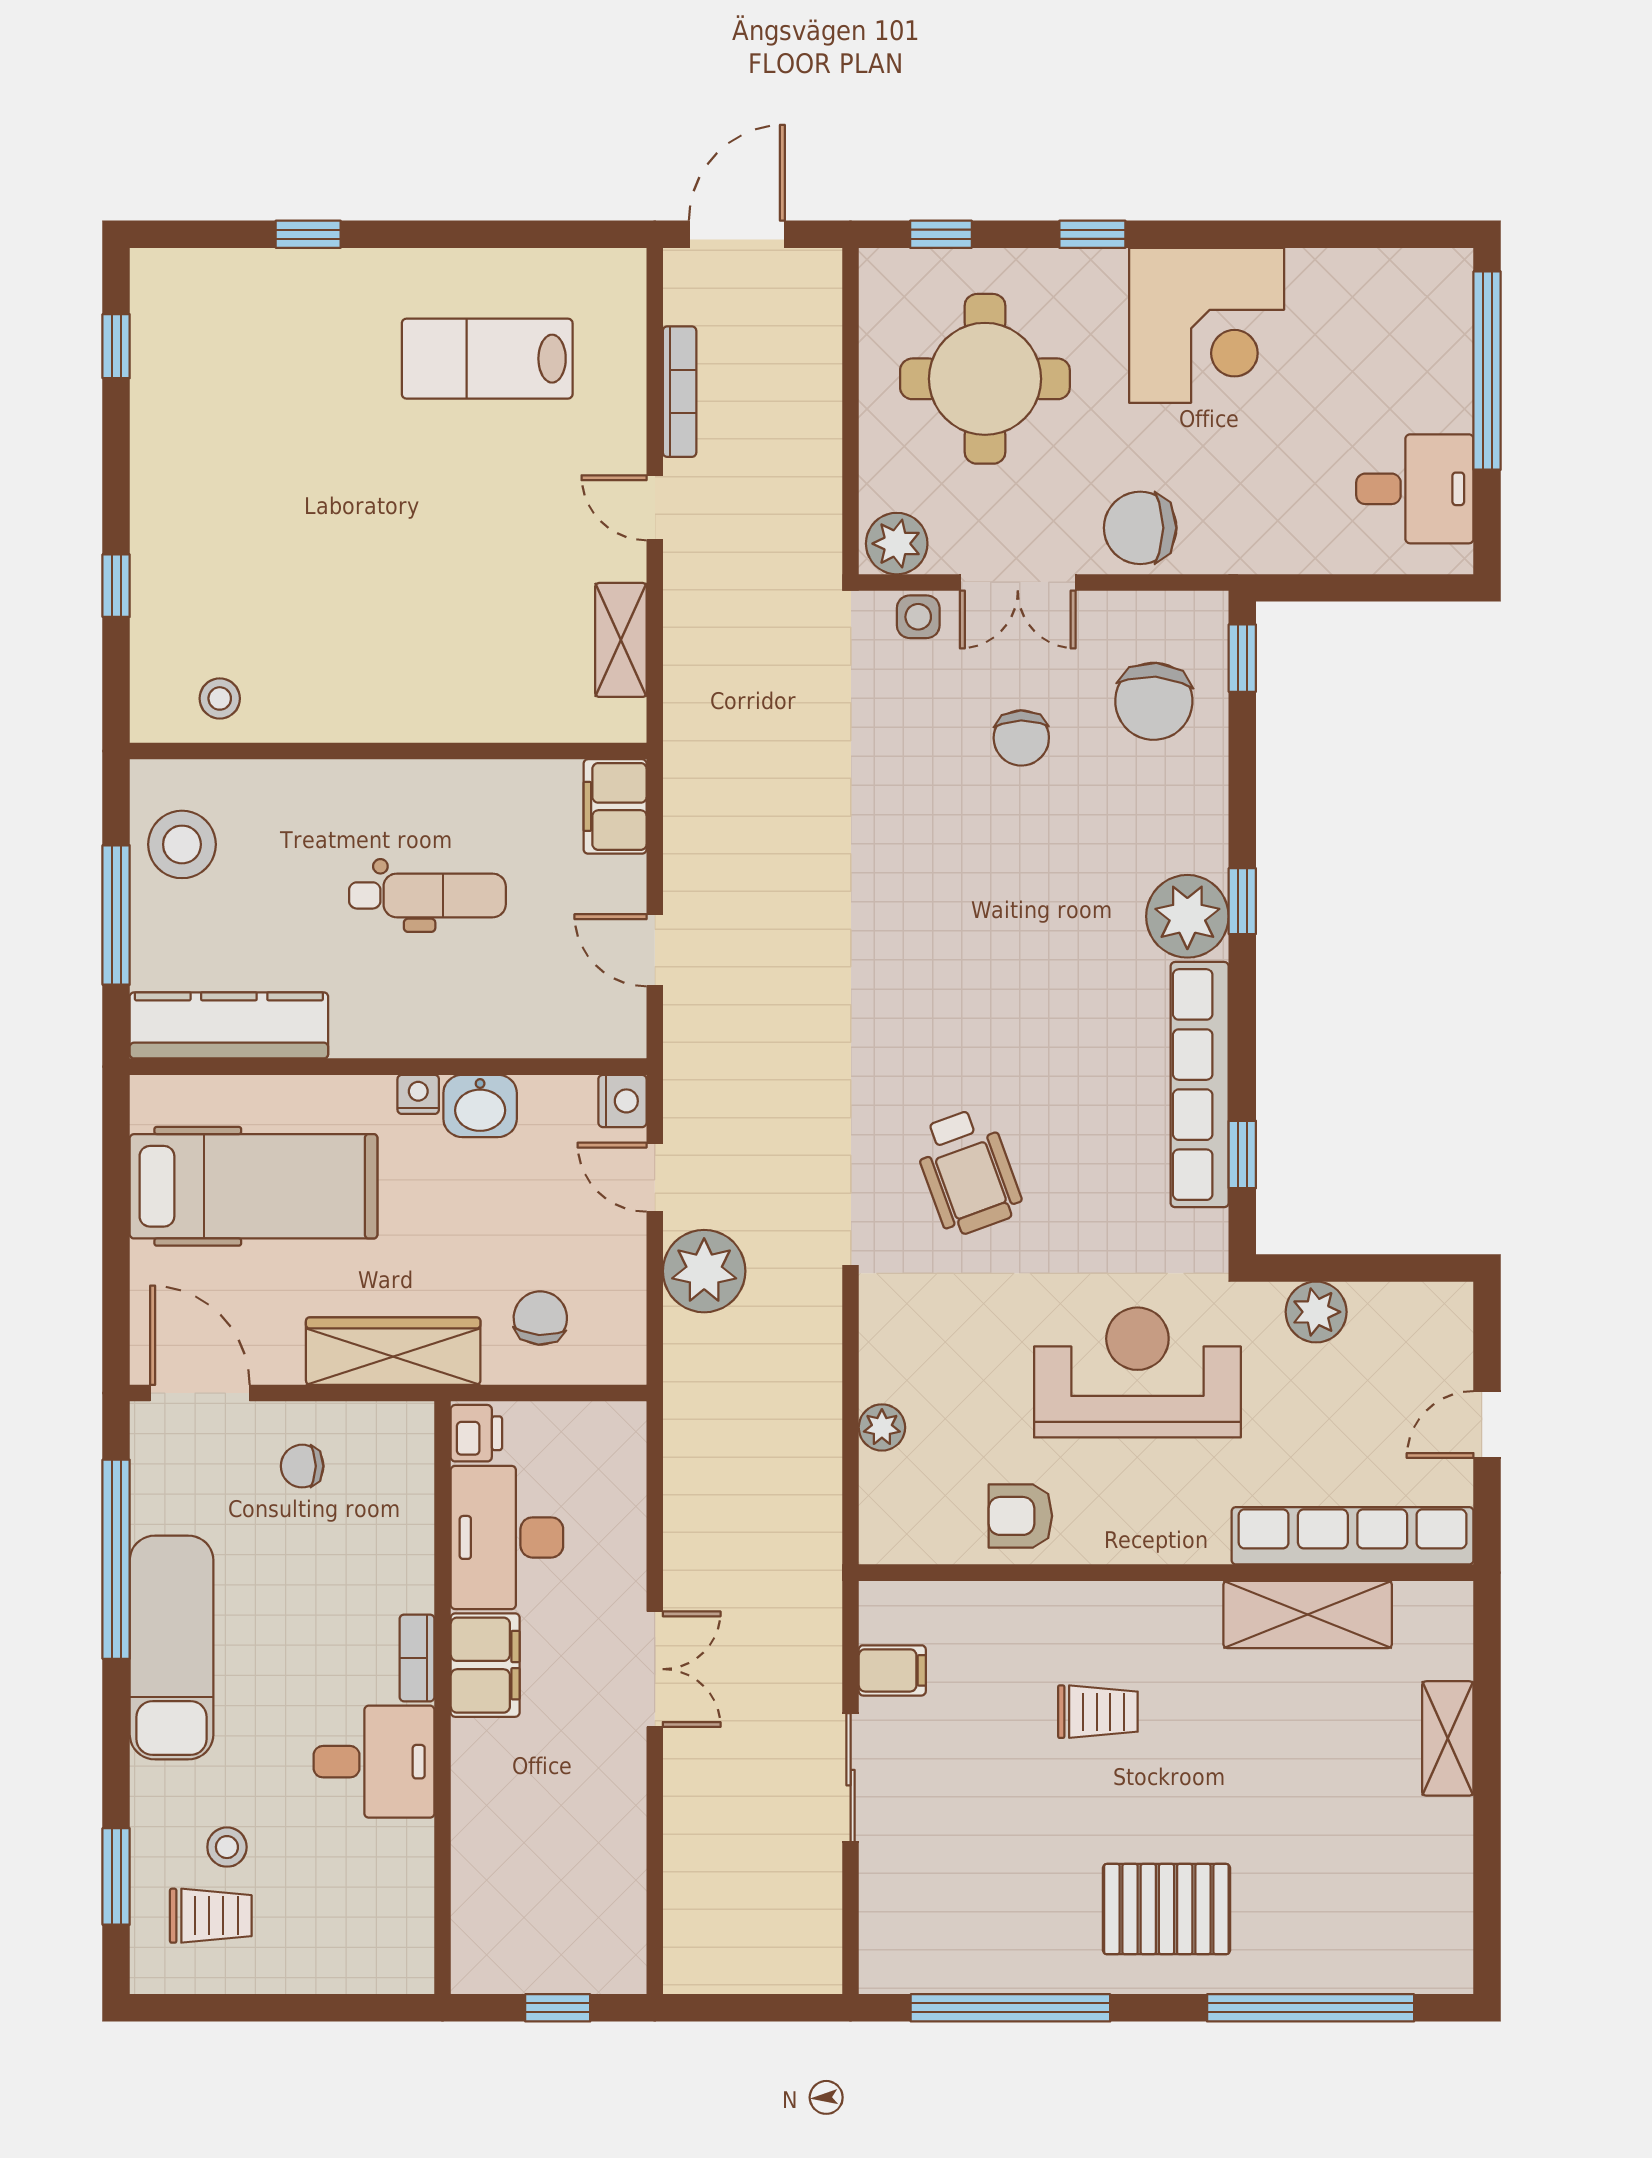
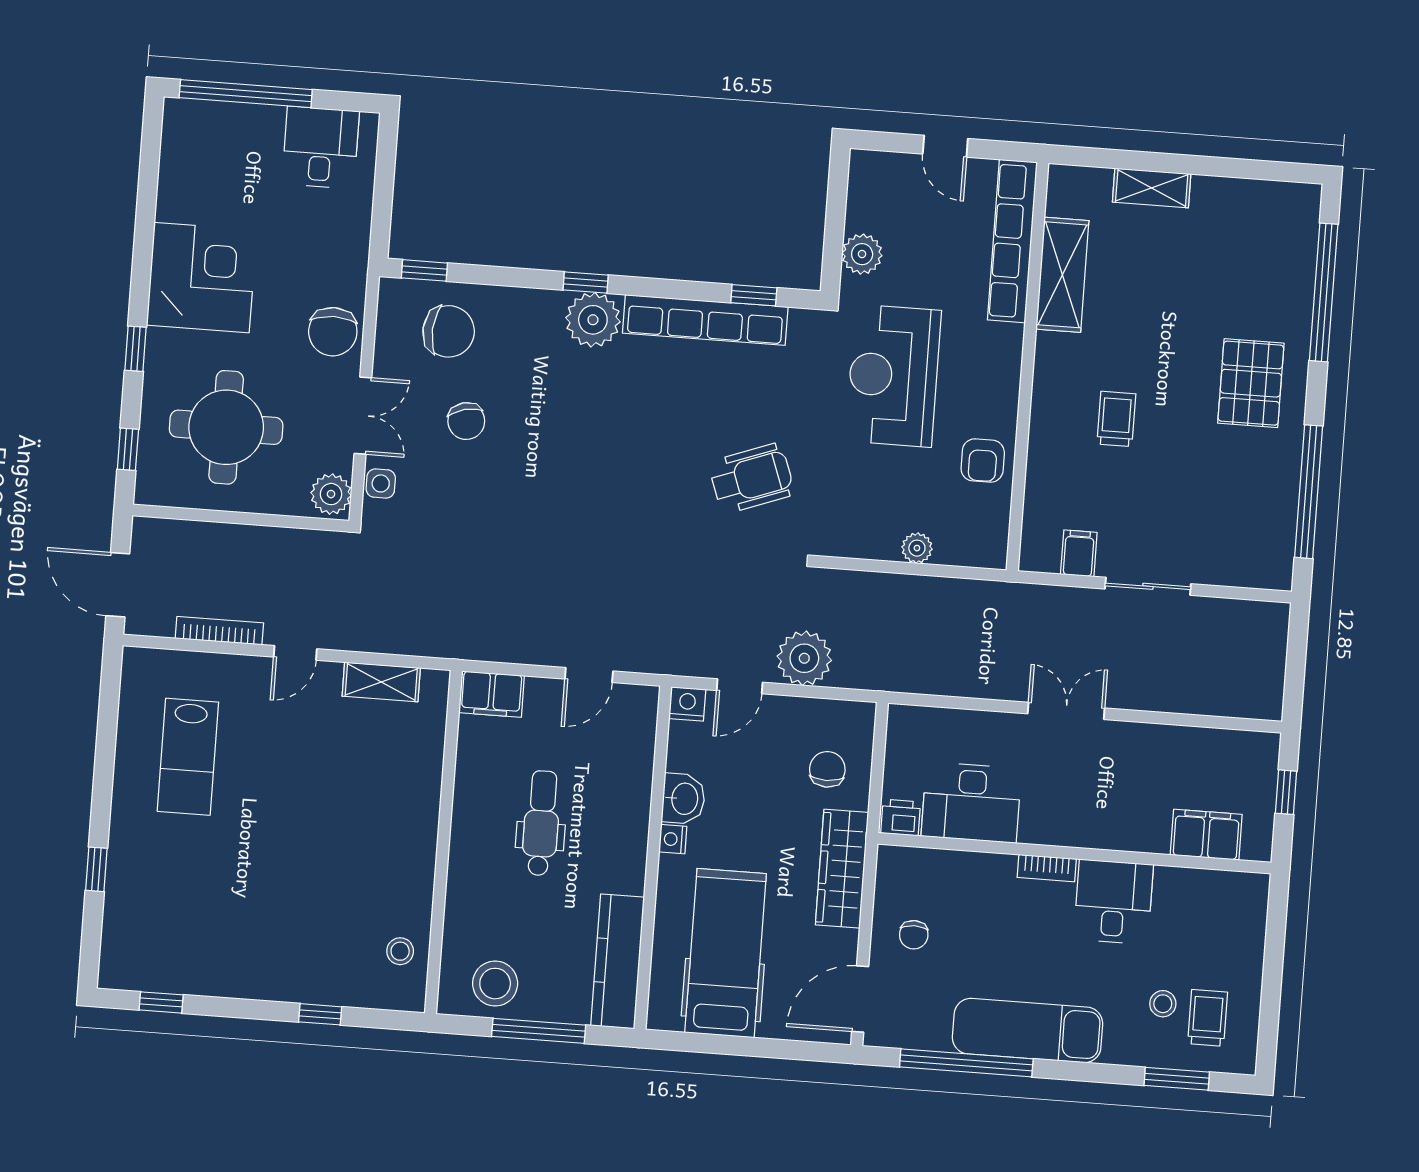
chair: (1021, 738) -> (466, 421), turned 77
chair: (540, 1318) -> (827, 769), turned 86
filing cabinet: (485, 1665) -> (1206, 835), moved

